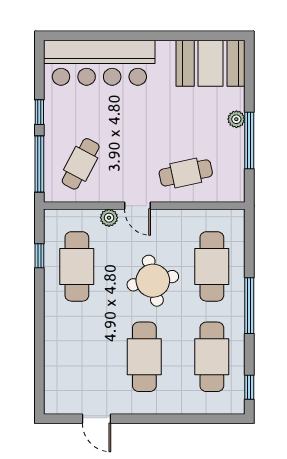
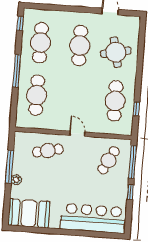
plant: (109, 218) -> (94, 128), removed
round table: (153, 281) -> (116, 52), moved

